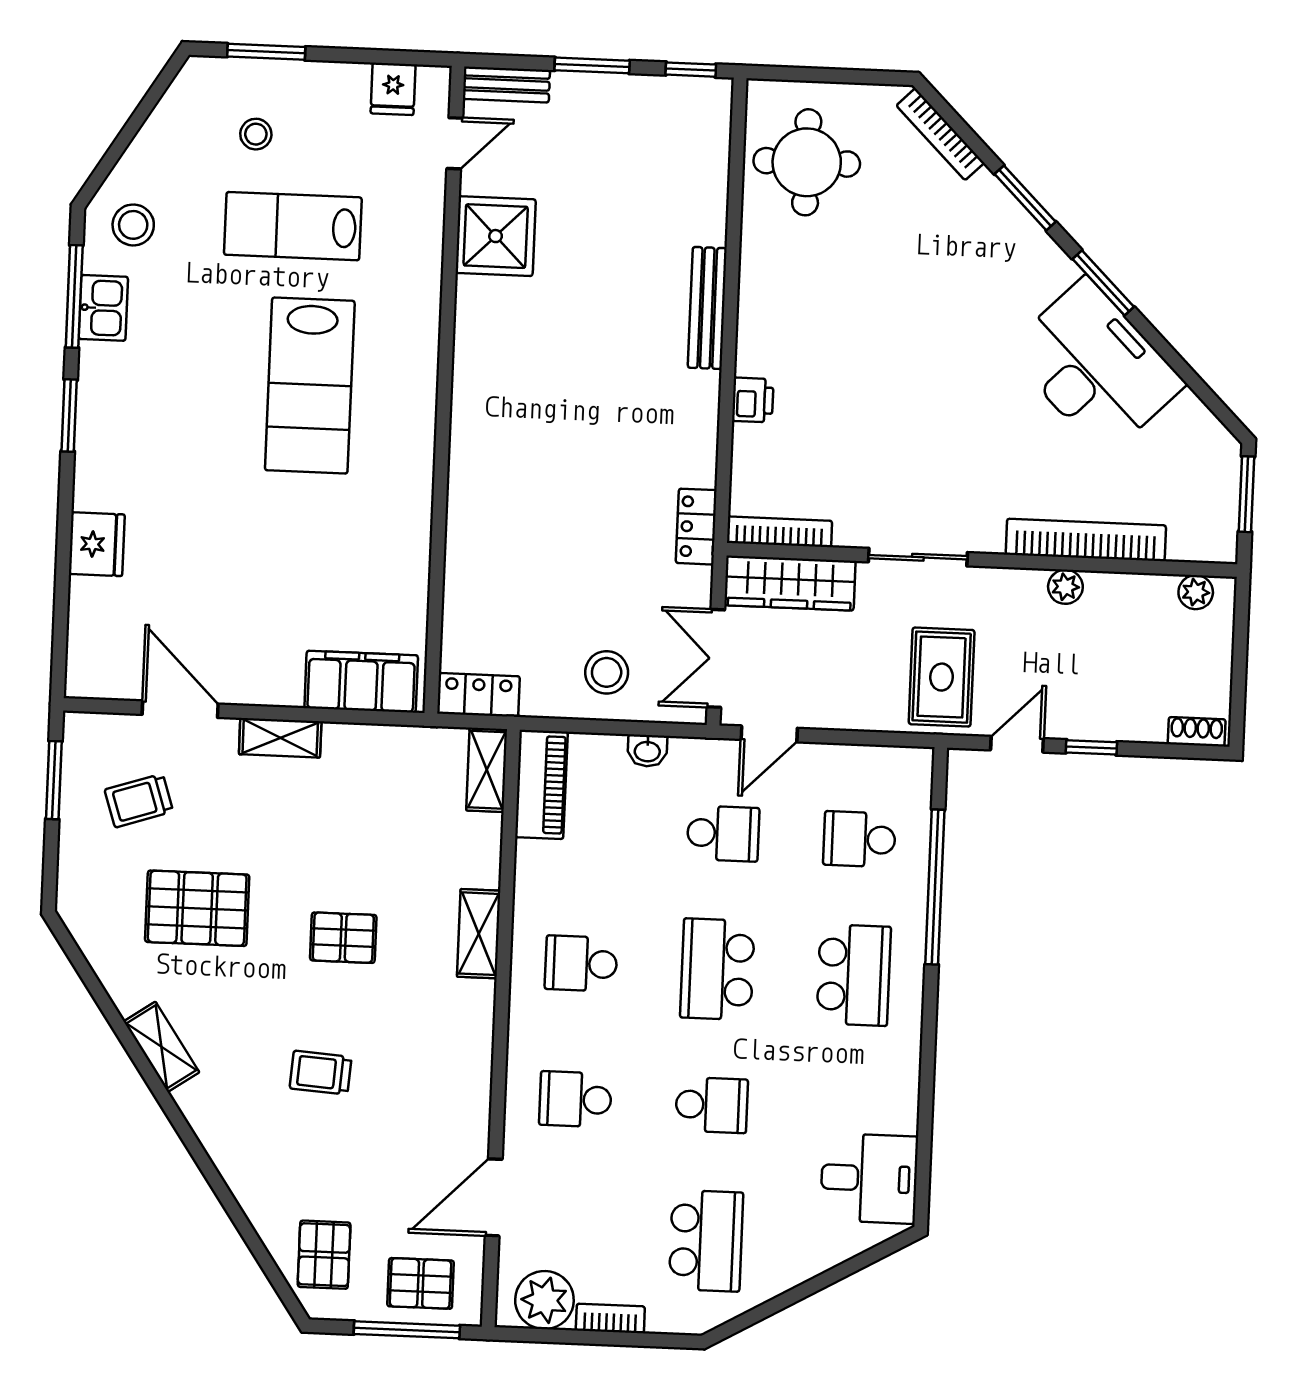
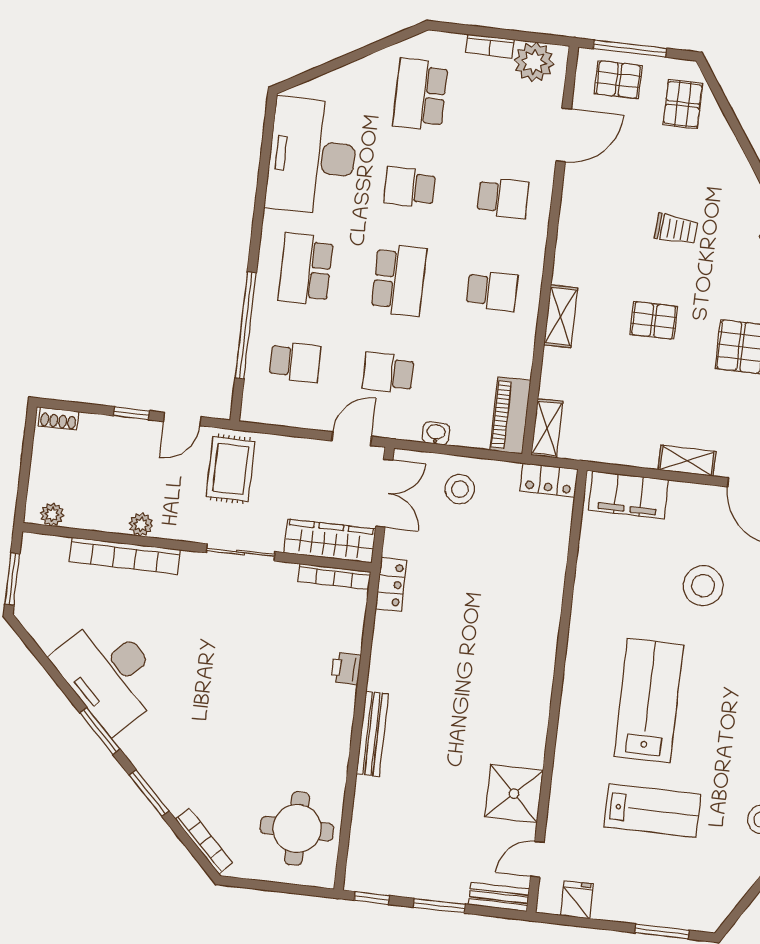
stool: (256, 134) -> (703, 586), moved, width x1.89, depth x1.89
desk: (869, 1178) -> (312, 156), width x1.87, depth x1.30

